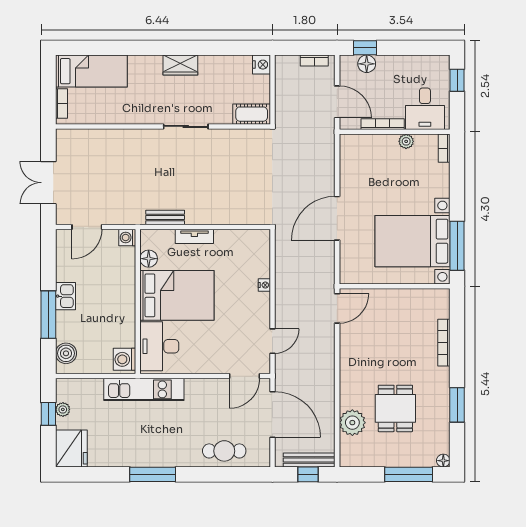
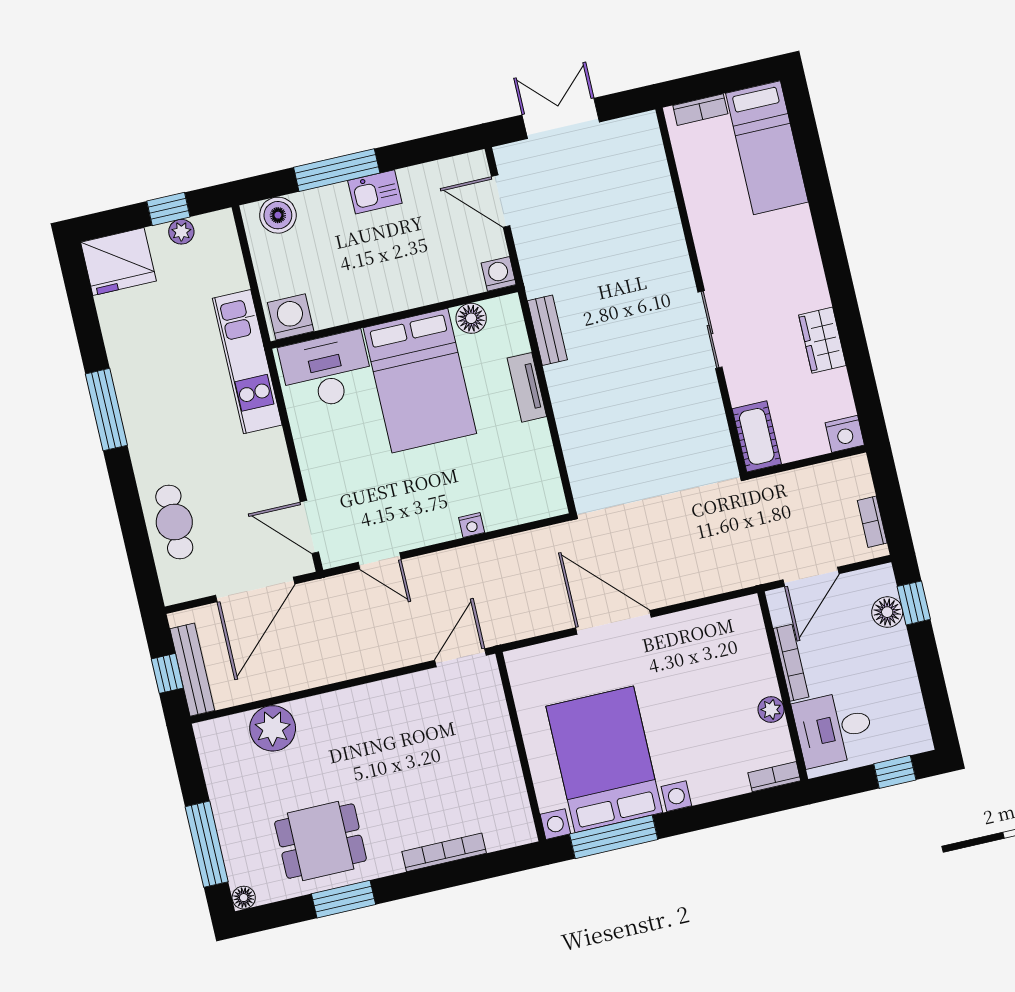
wardrobe: (180, 65) -> (822, 340), moved
door: (337, 308) -> (461, 658), swing flipped
dining table: (395, 408) -> (321, 841), moved

